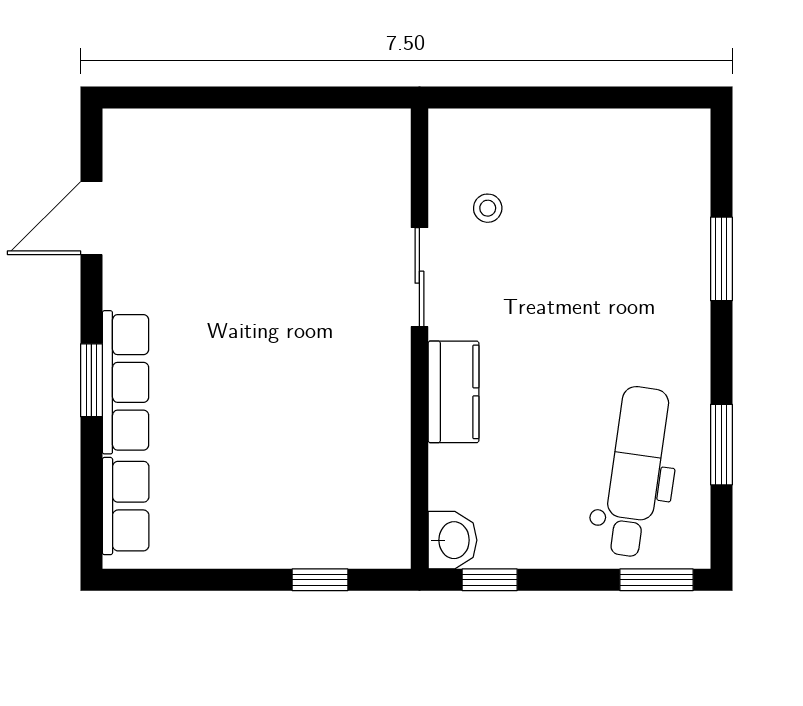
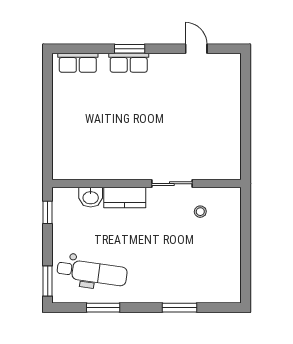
door: (91, 218) -> (196, 49), width x0.73
row of seats: (125, 382) -> (129, 63), width x0.68
washbasin: (453, 540) -> (91, 197), moved
window: (320, 580) -> (48, 143), removed

